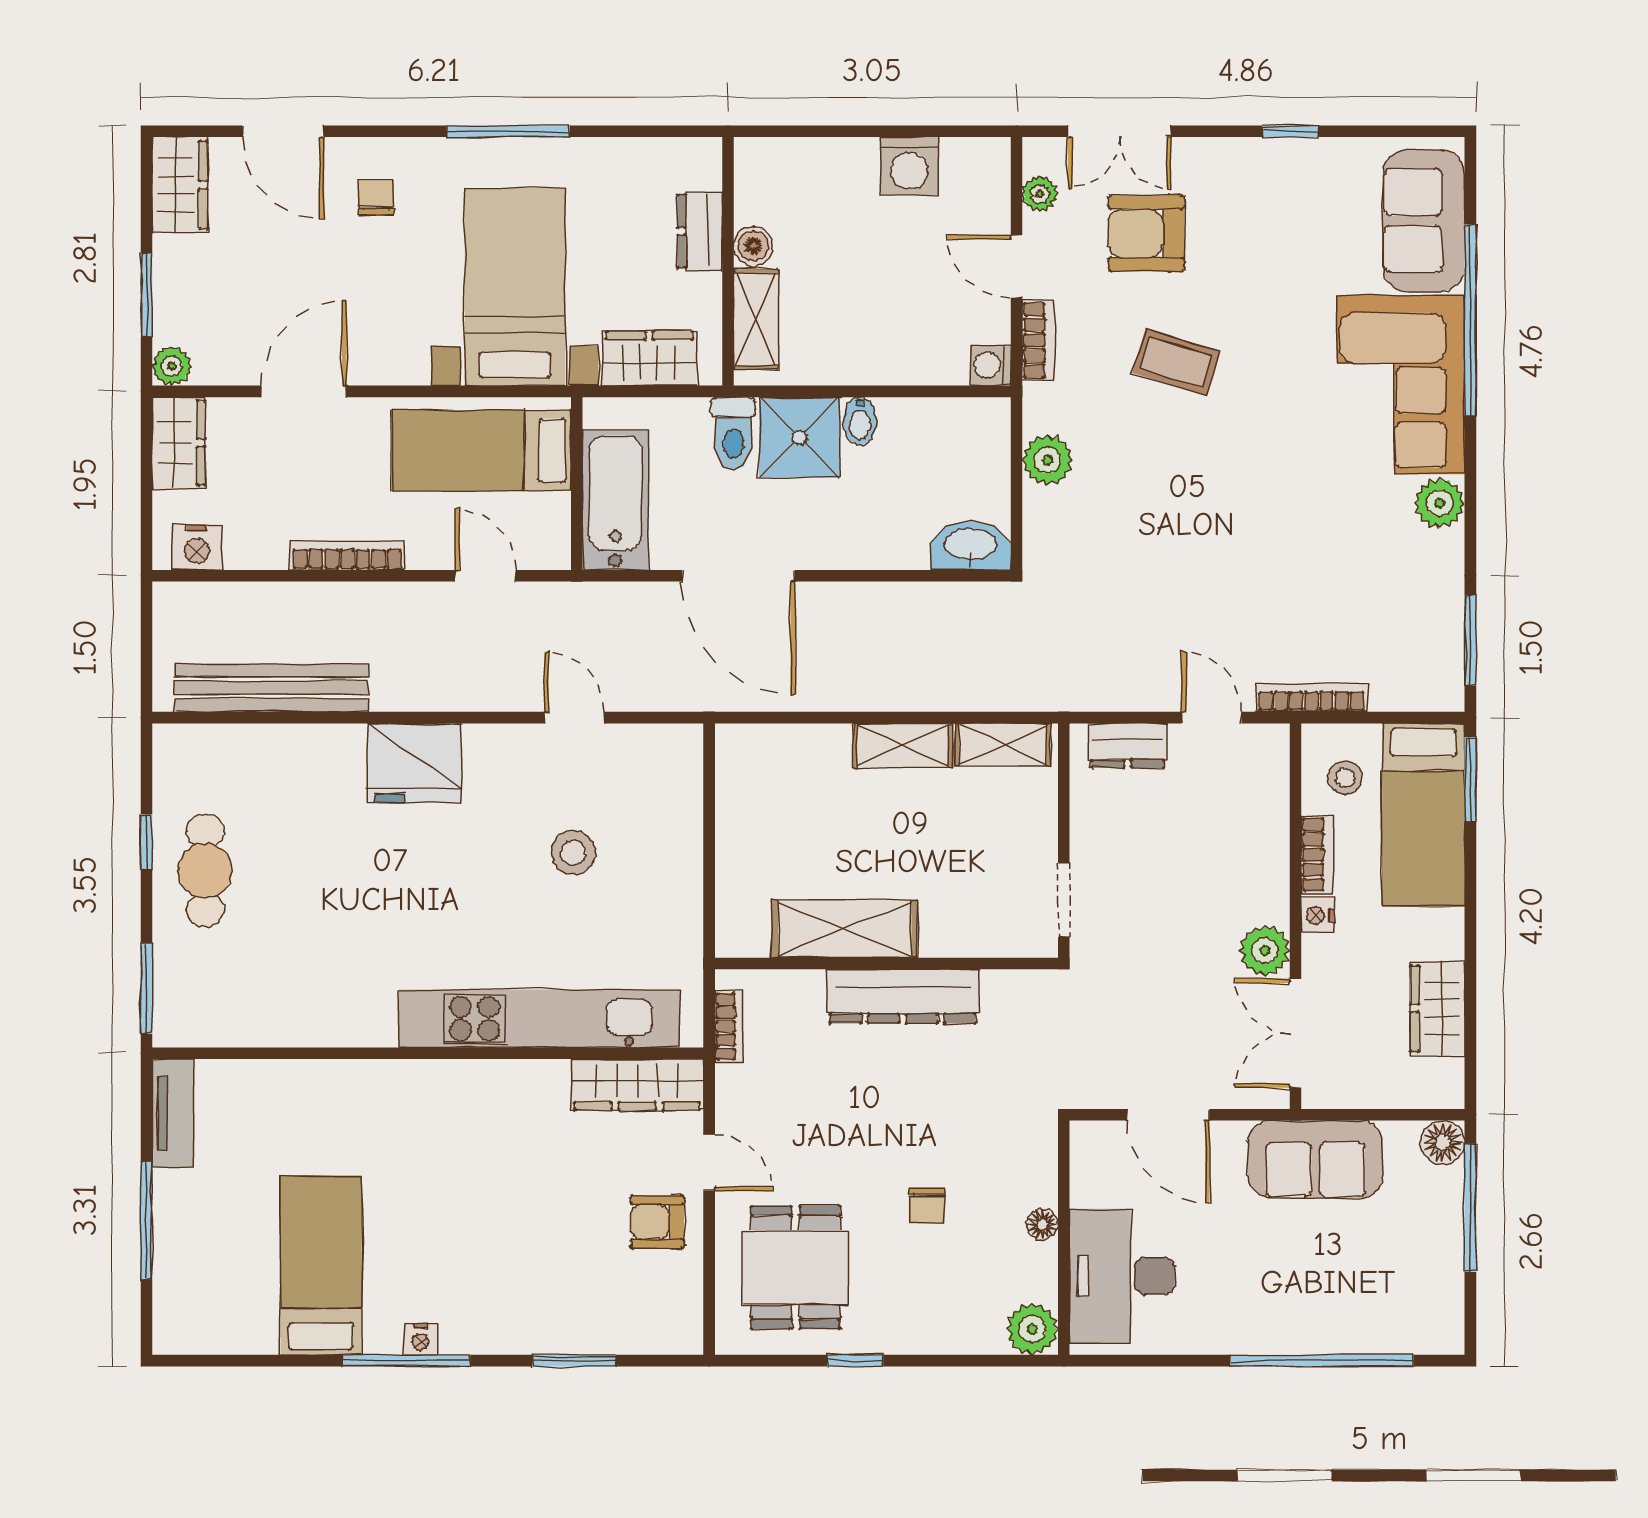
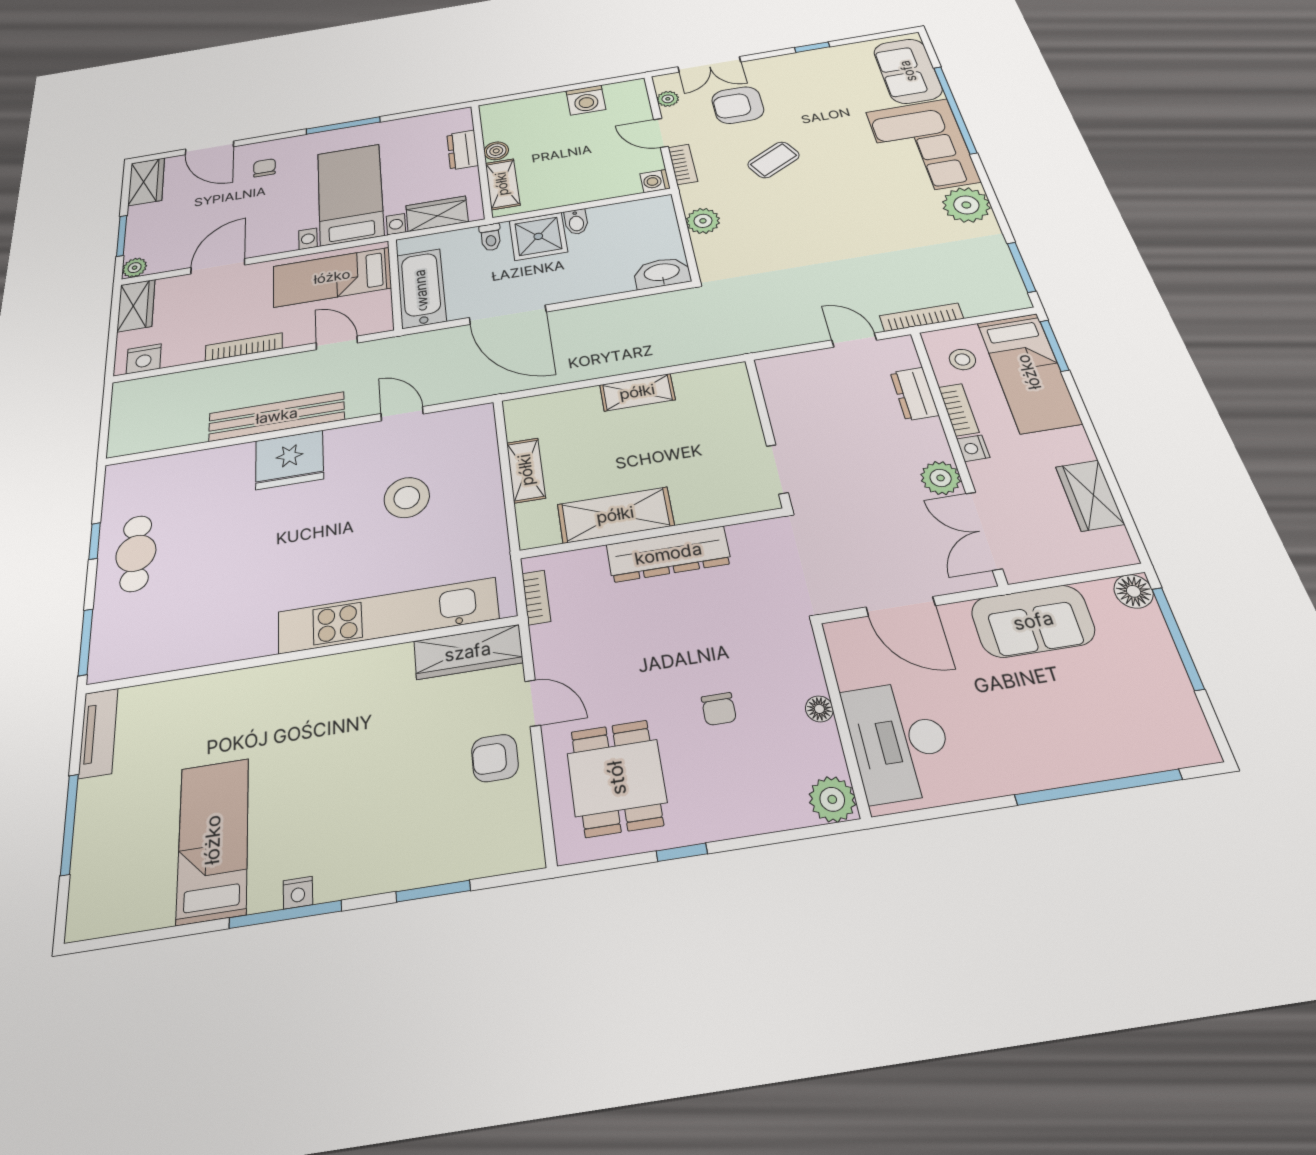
coffee table: (1176, 362) -> (774, 160), turned -46
toilet: (733, 433) -> (491, 237), width x0.73, depth x0.72
plant: (1440, 503) -> (966, 205), width x1.36, depth x1.36
bench: (271, 688) -> (277, 416), moved
shelving: (1003, 745) -> (526, 470), moved, turned 90
dresser: (1128, 746) -> (914, 394), moved, turned 90
stool: (573, 852) -> (407, 498), width x1.38, depth x1.38

